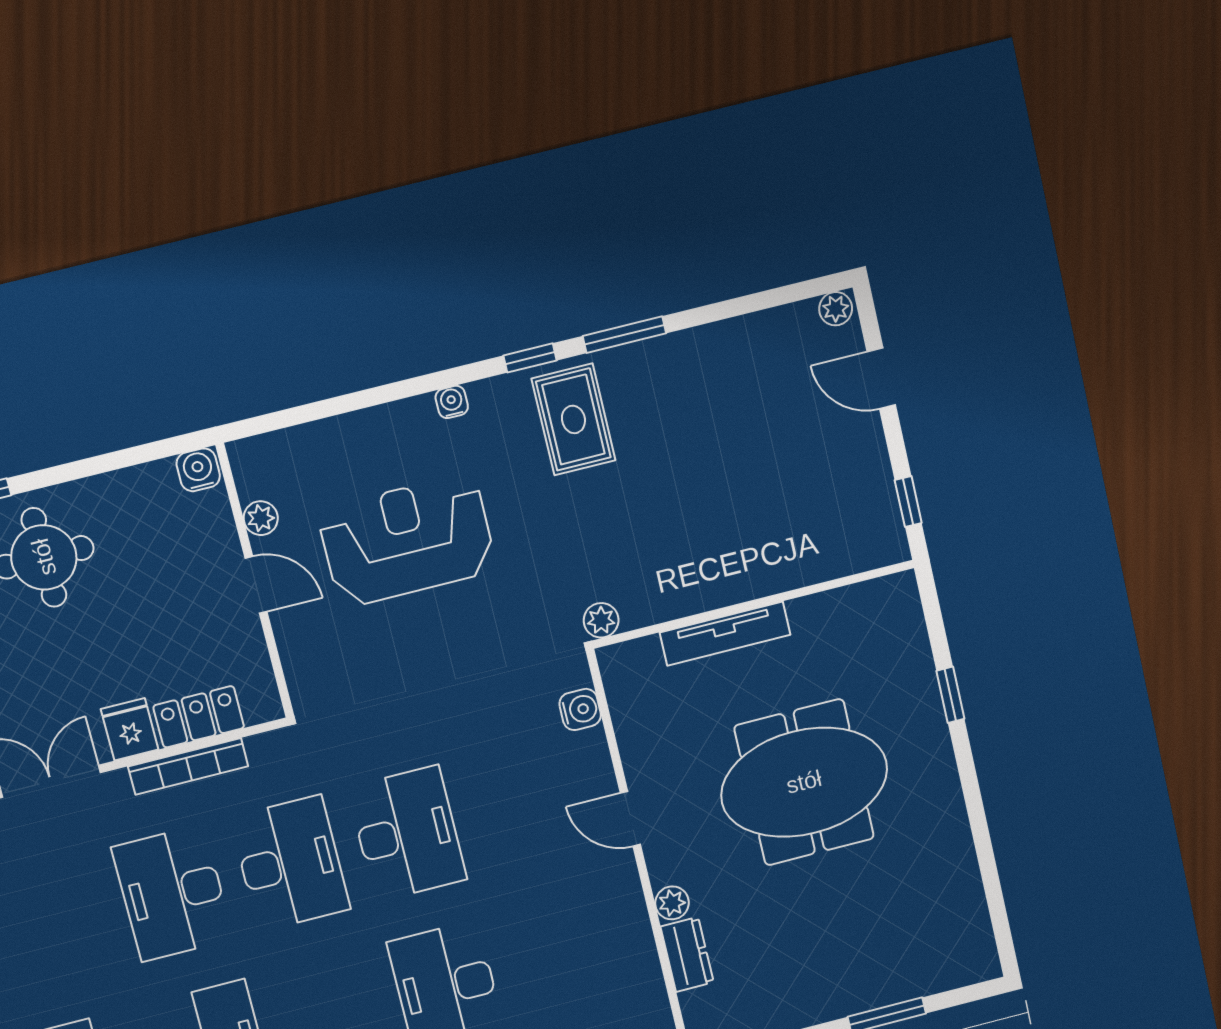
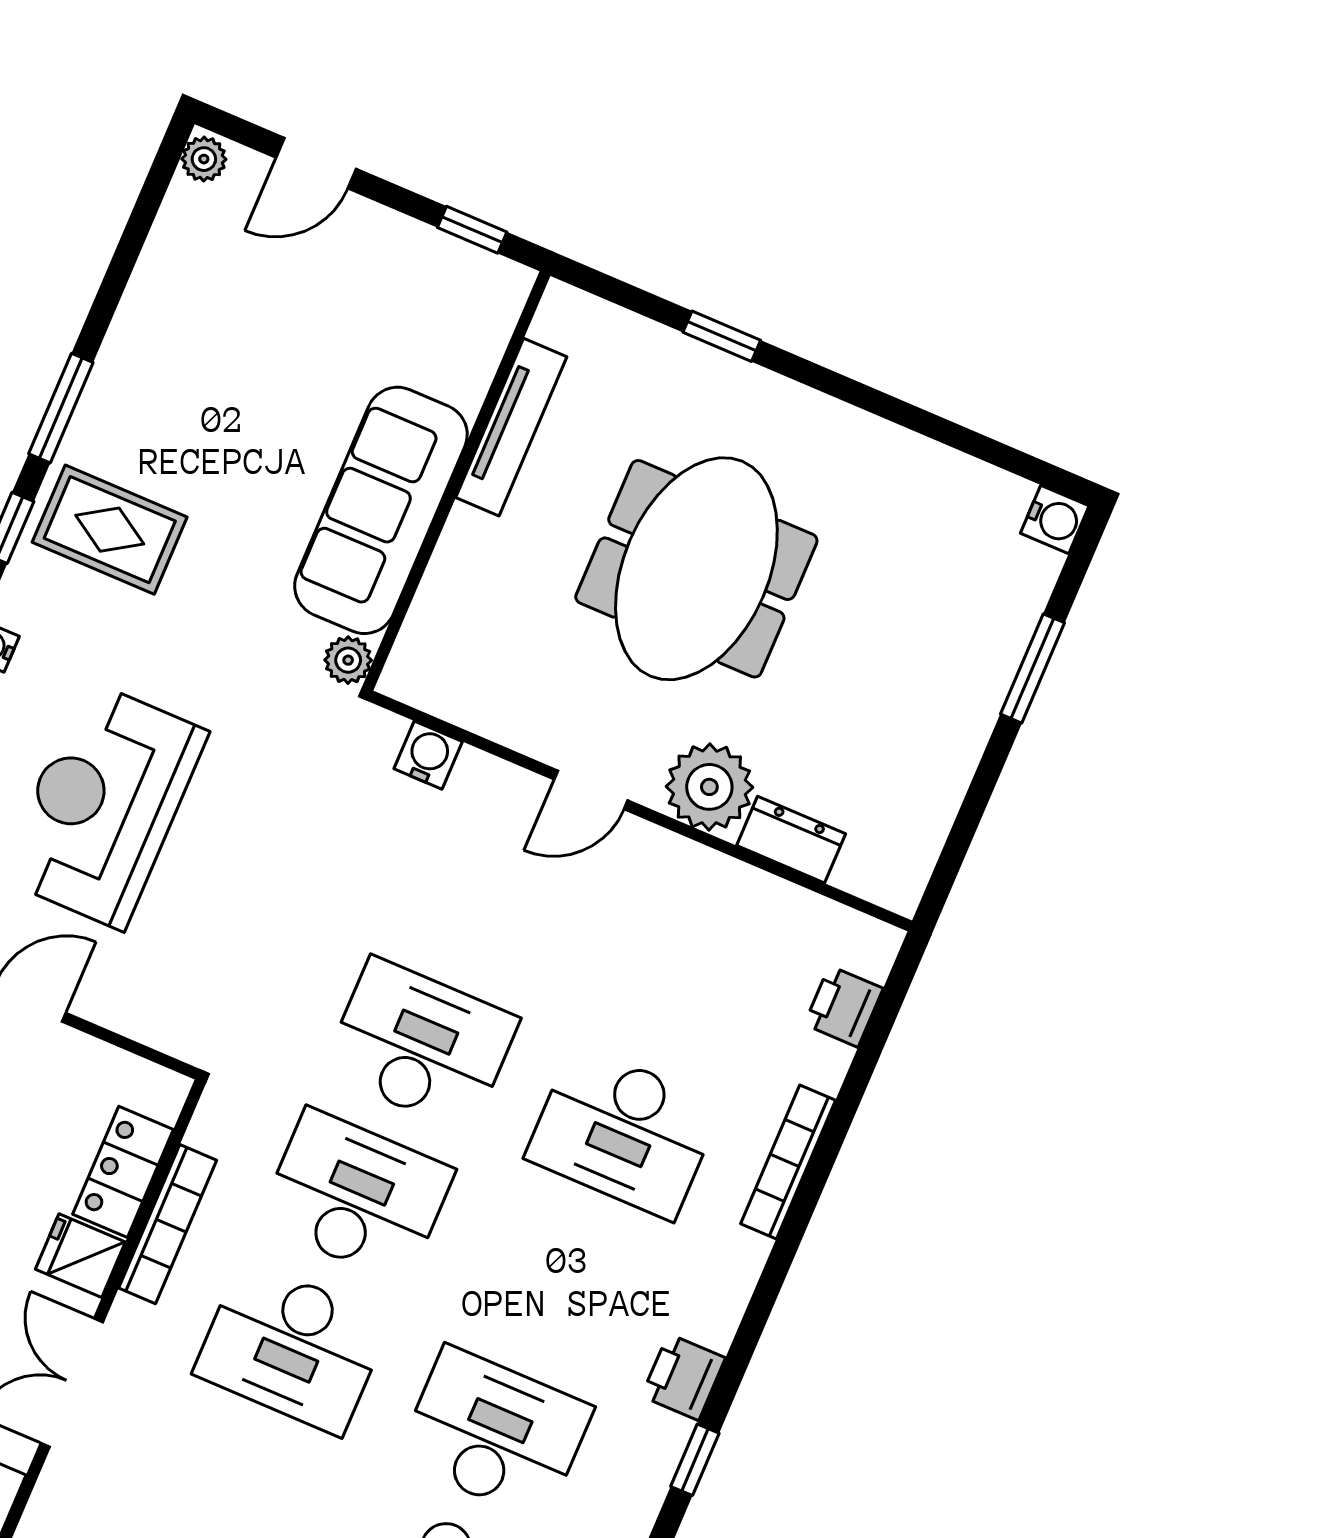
sofa: (704, 573) -> (381, 510), added
tv unit: (725, 634) -> (511, 427), moved
plant: (672, 903) -> (709, 787), width x1.88, depth x1.88
water cooler: (981, 963) -> (1055, 519), added

